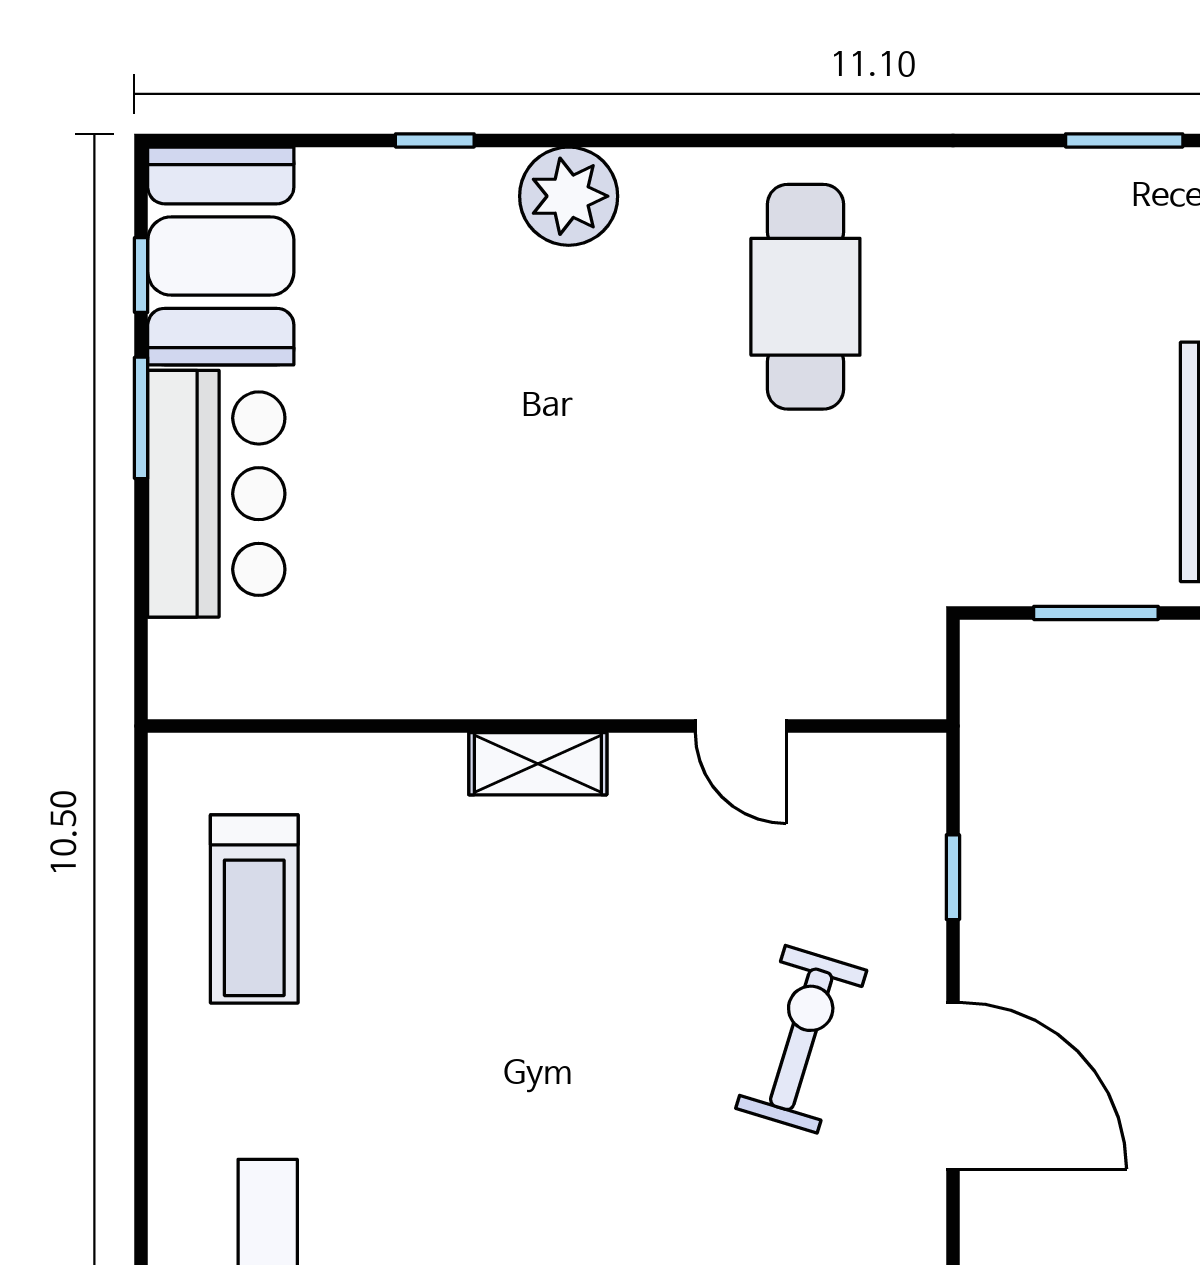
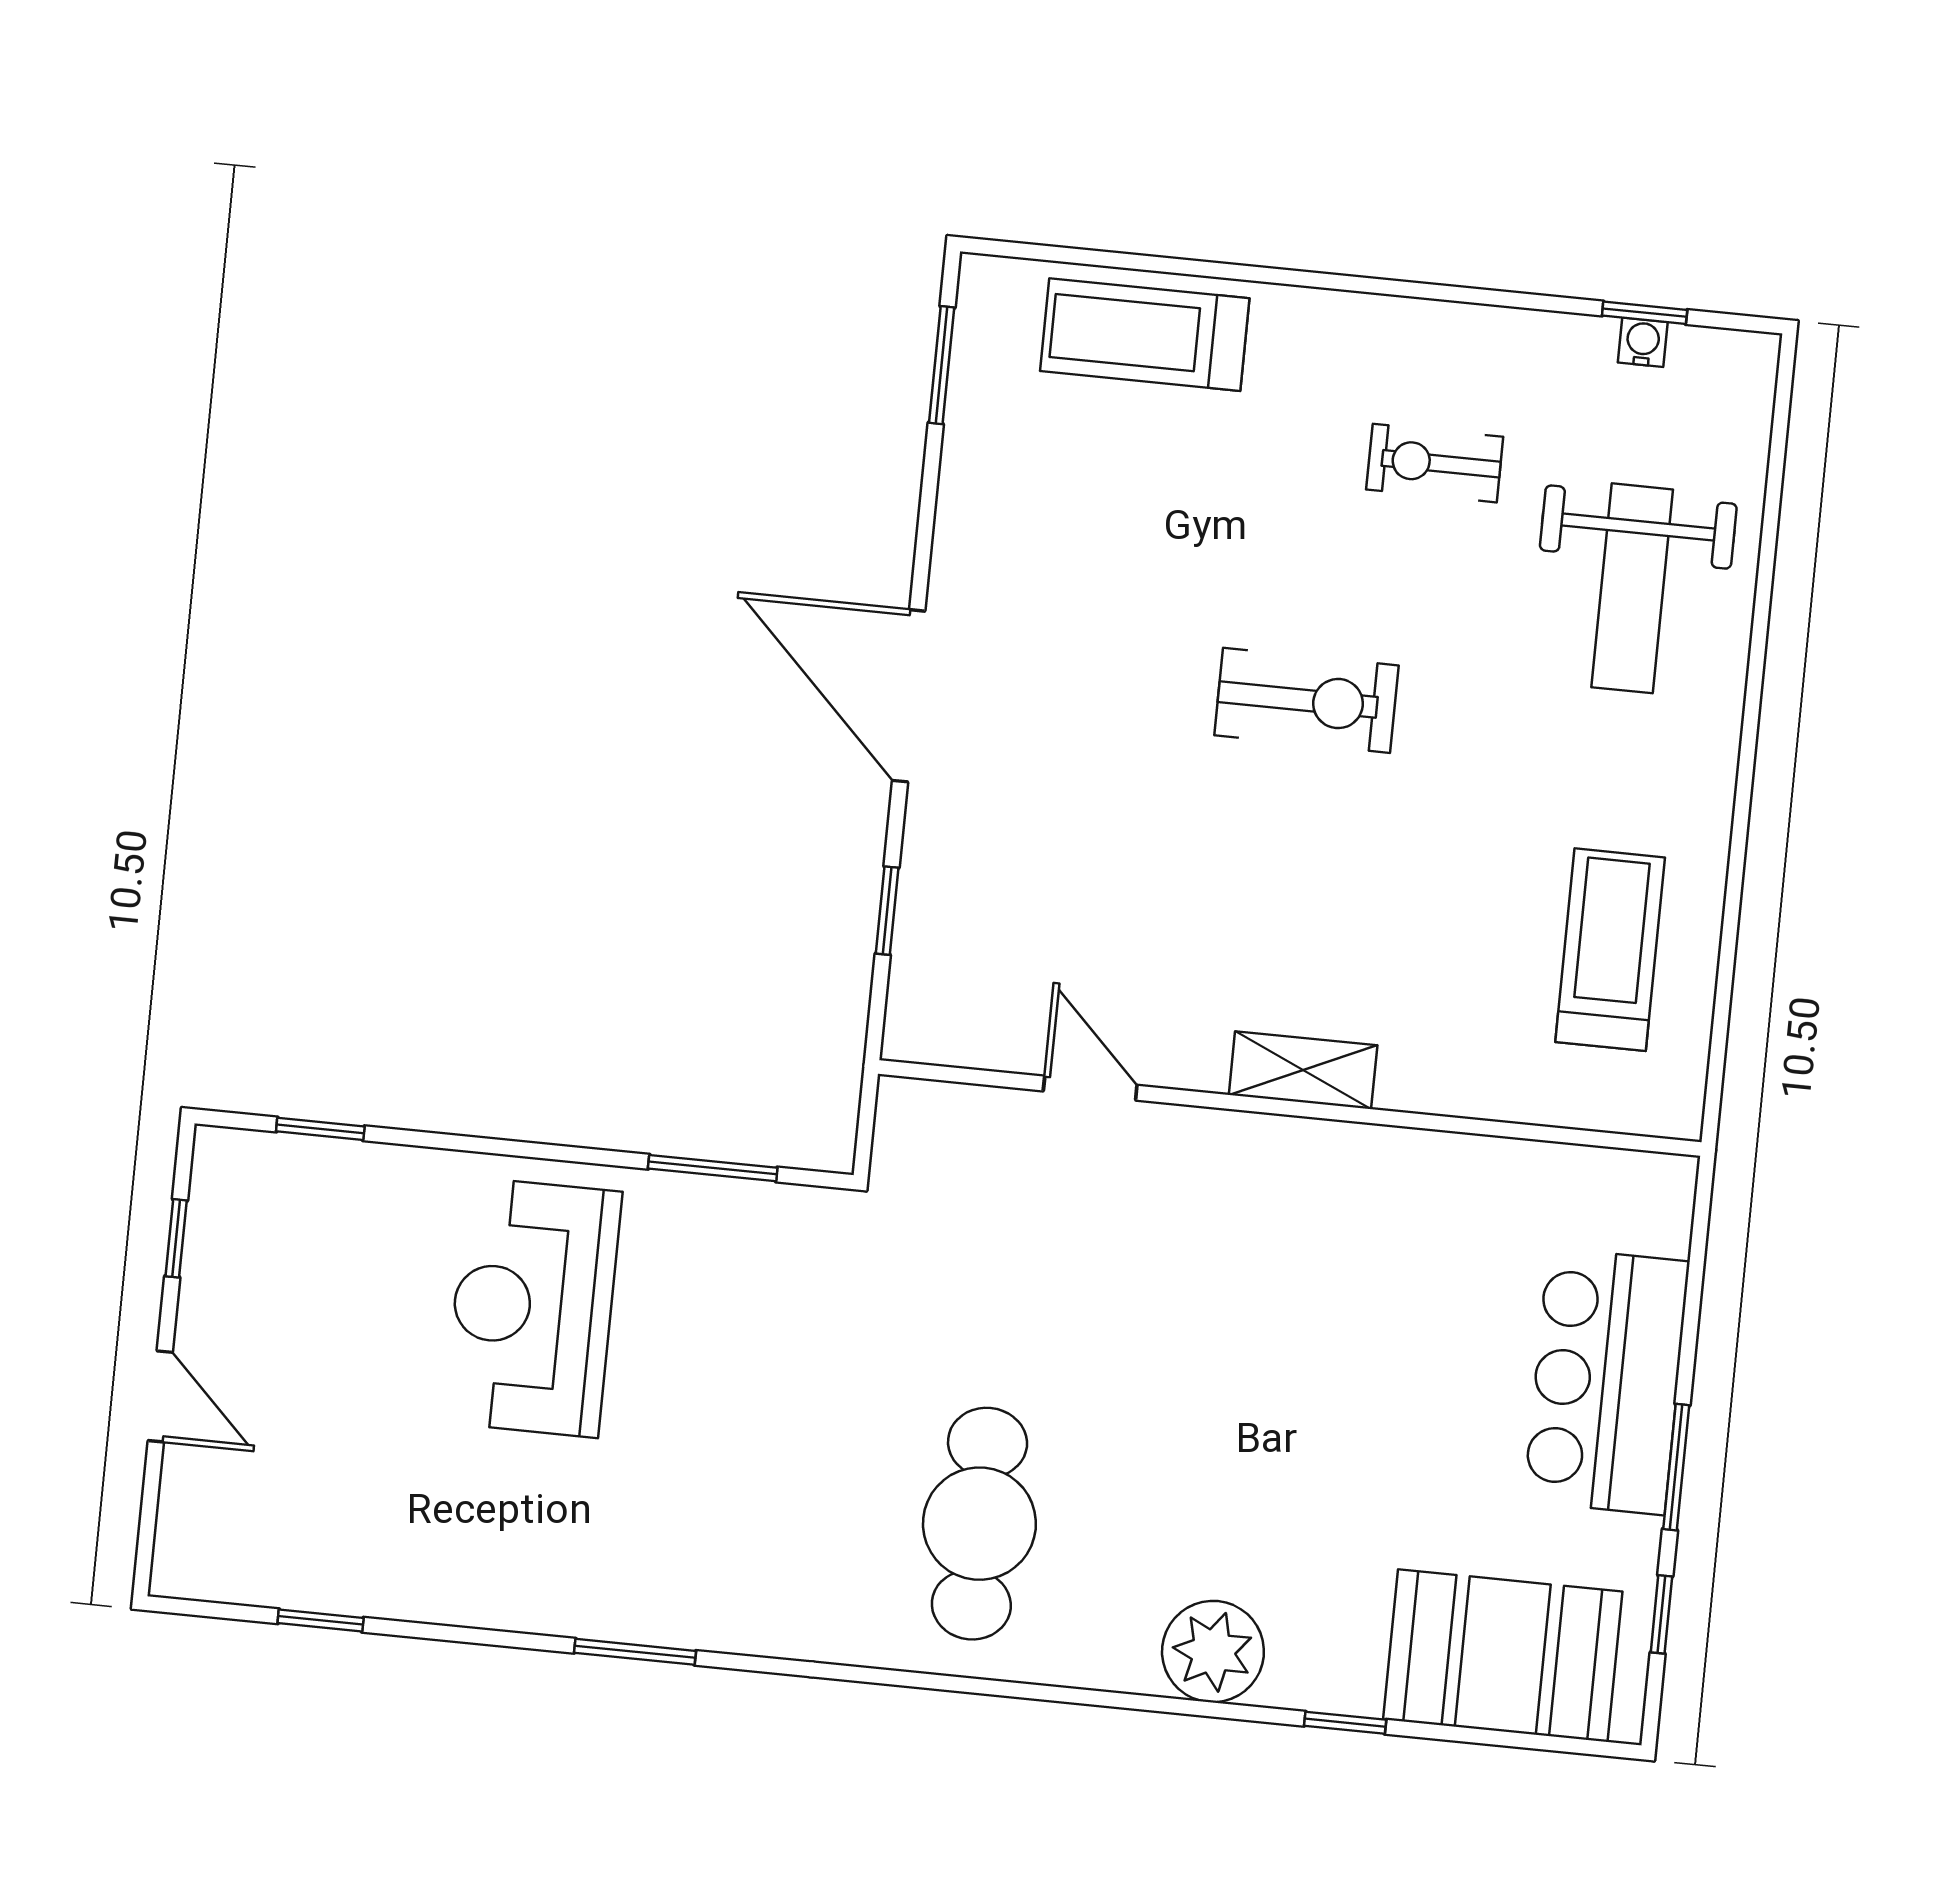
booth: (221, 256) -> (1503, 1656), moved, turned 90
exercise bike: (801, 1039) -> (1306, 700), moved, turned -107

